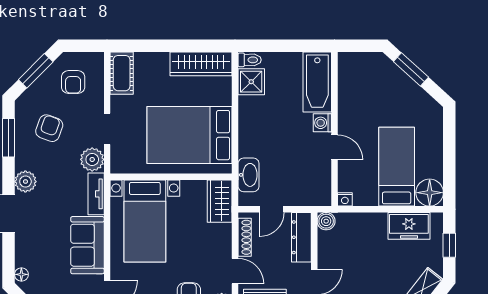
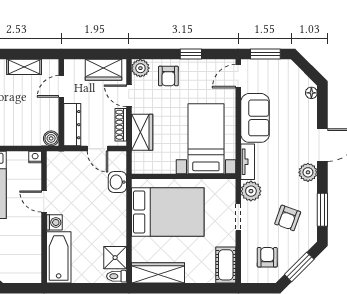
washbasin: (249, 175) -> (117, 182), width x0.72
wardrobe: (220, 201) -> (142, 132), moved
door: (272, 209) -> (97, 149), swing flipped

